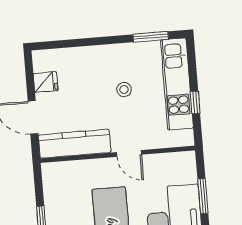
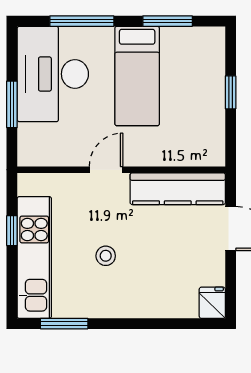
fridge: (46, 82) -> (212, 303), moved, turned 90
door: (129, 153) -> (106, 170), hinge flipped

